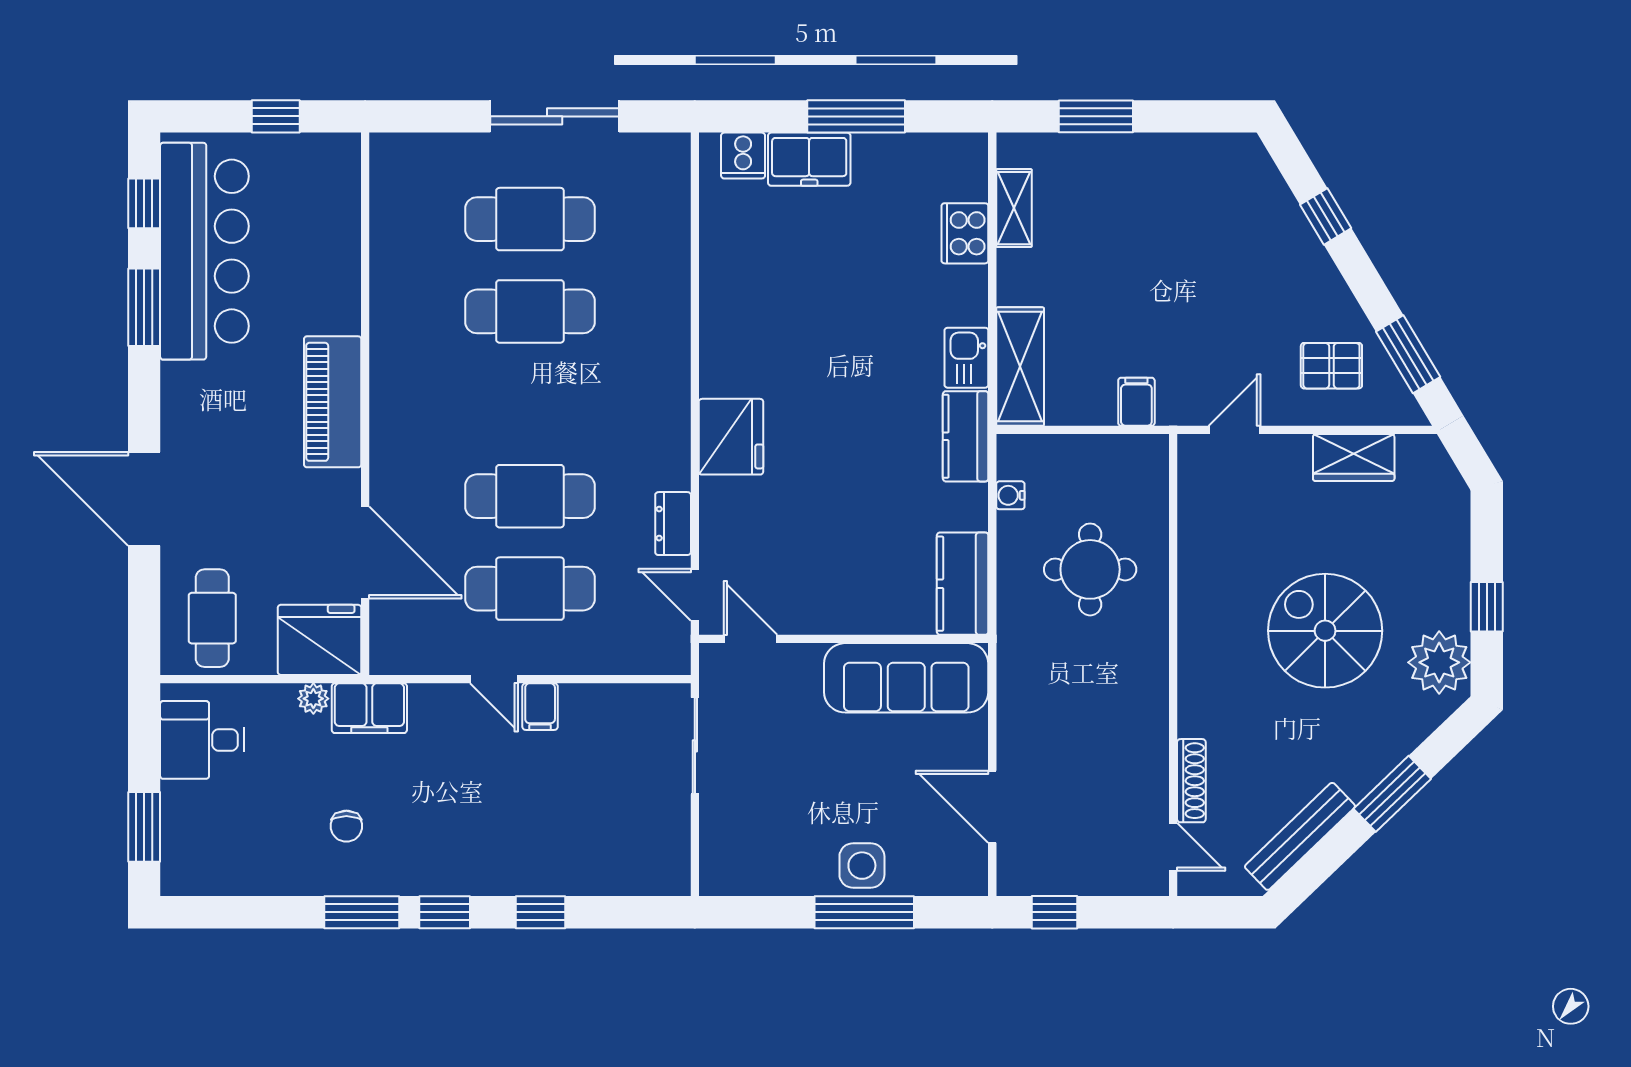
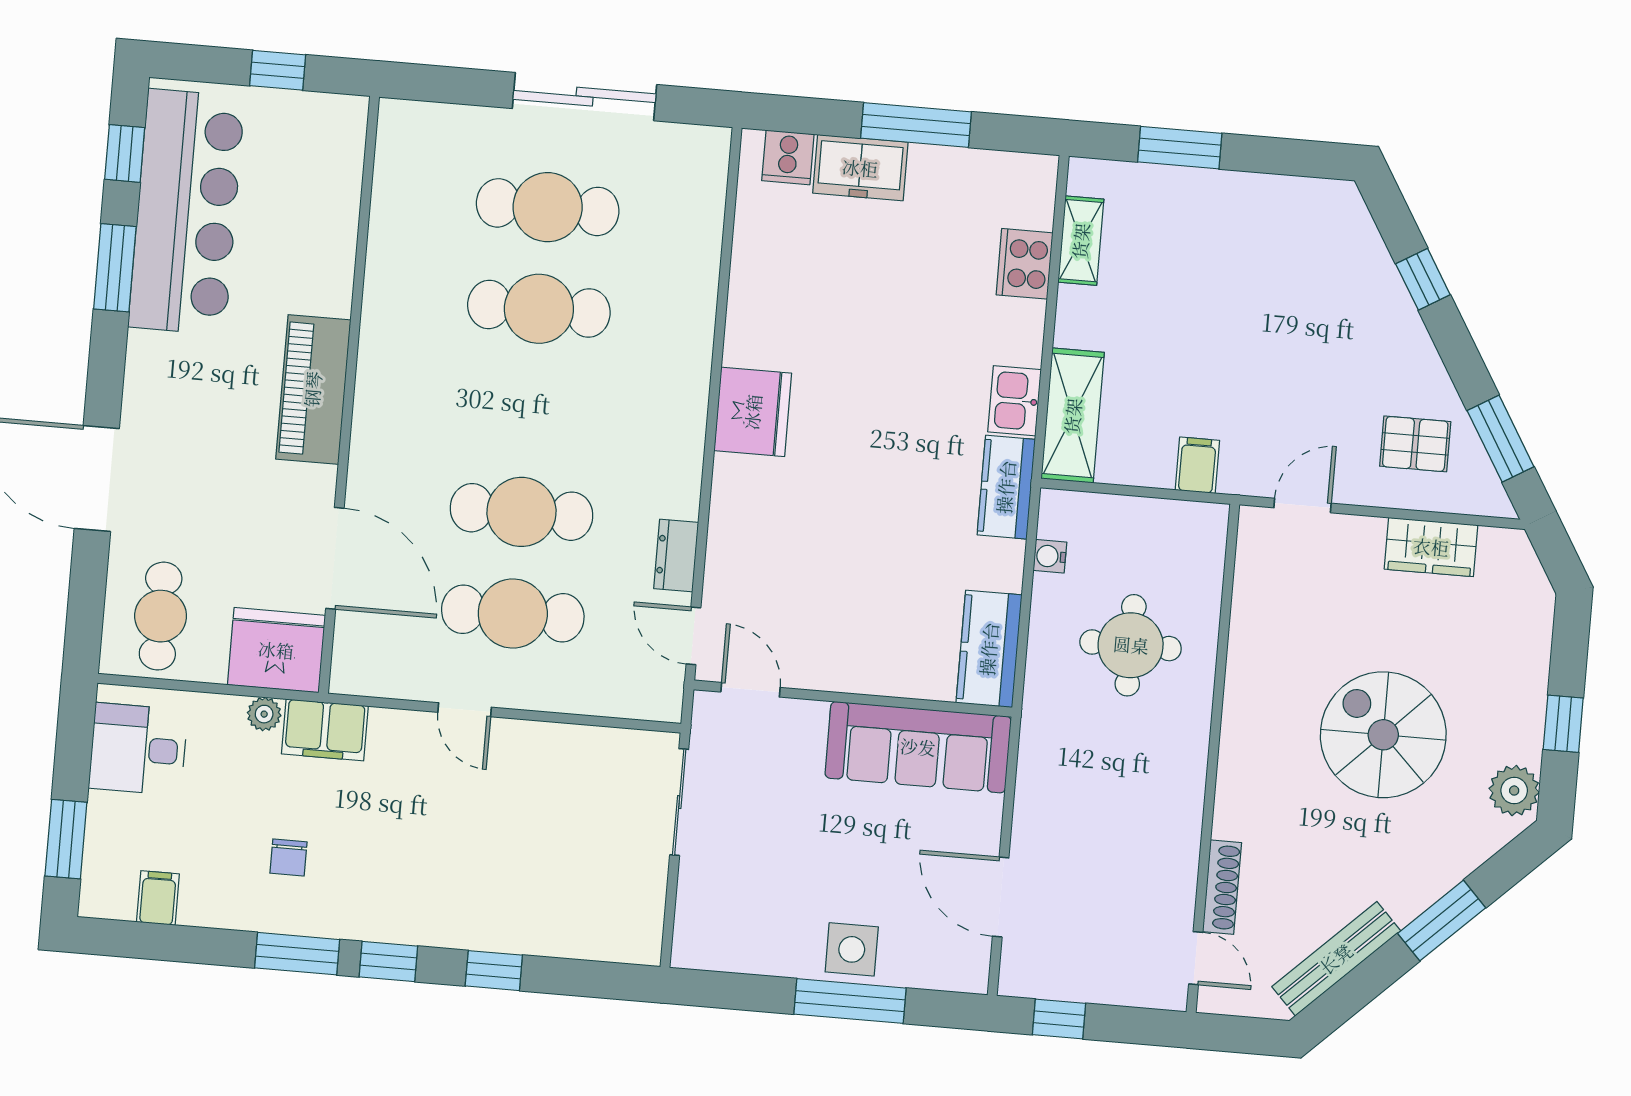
fridge: (731, 437) -> (753, 412), moved
plant: (1439, 662) -> (1514, 791), width x0.73, depth x0.73
filing cabinet: (540, 707) -> (158, 898), moved, turned 180

